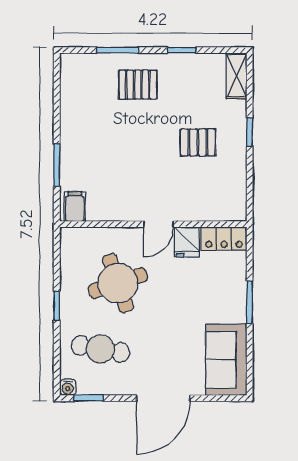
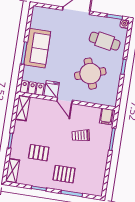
pallet: (198, 142) -> (39, 153), moved
trolley: (118, 163) -> (81, 136), added
shelving: (236, 197) -> (23, 108), added
door: (158, 224) -> (65, 101), swing flipped
sofa: (226, 360) -> (37, 48), moved

